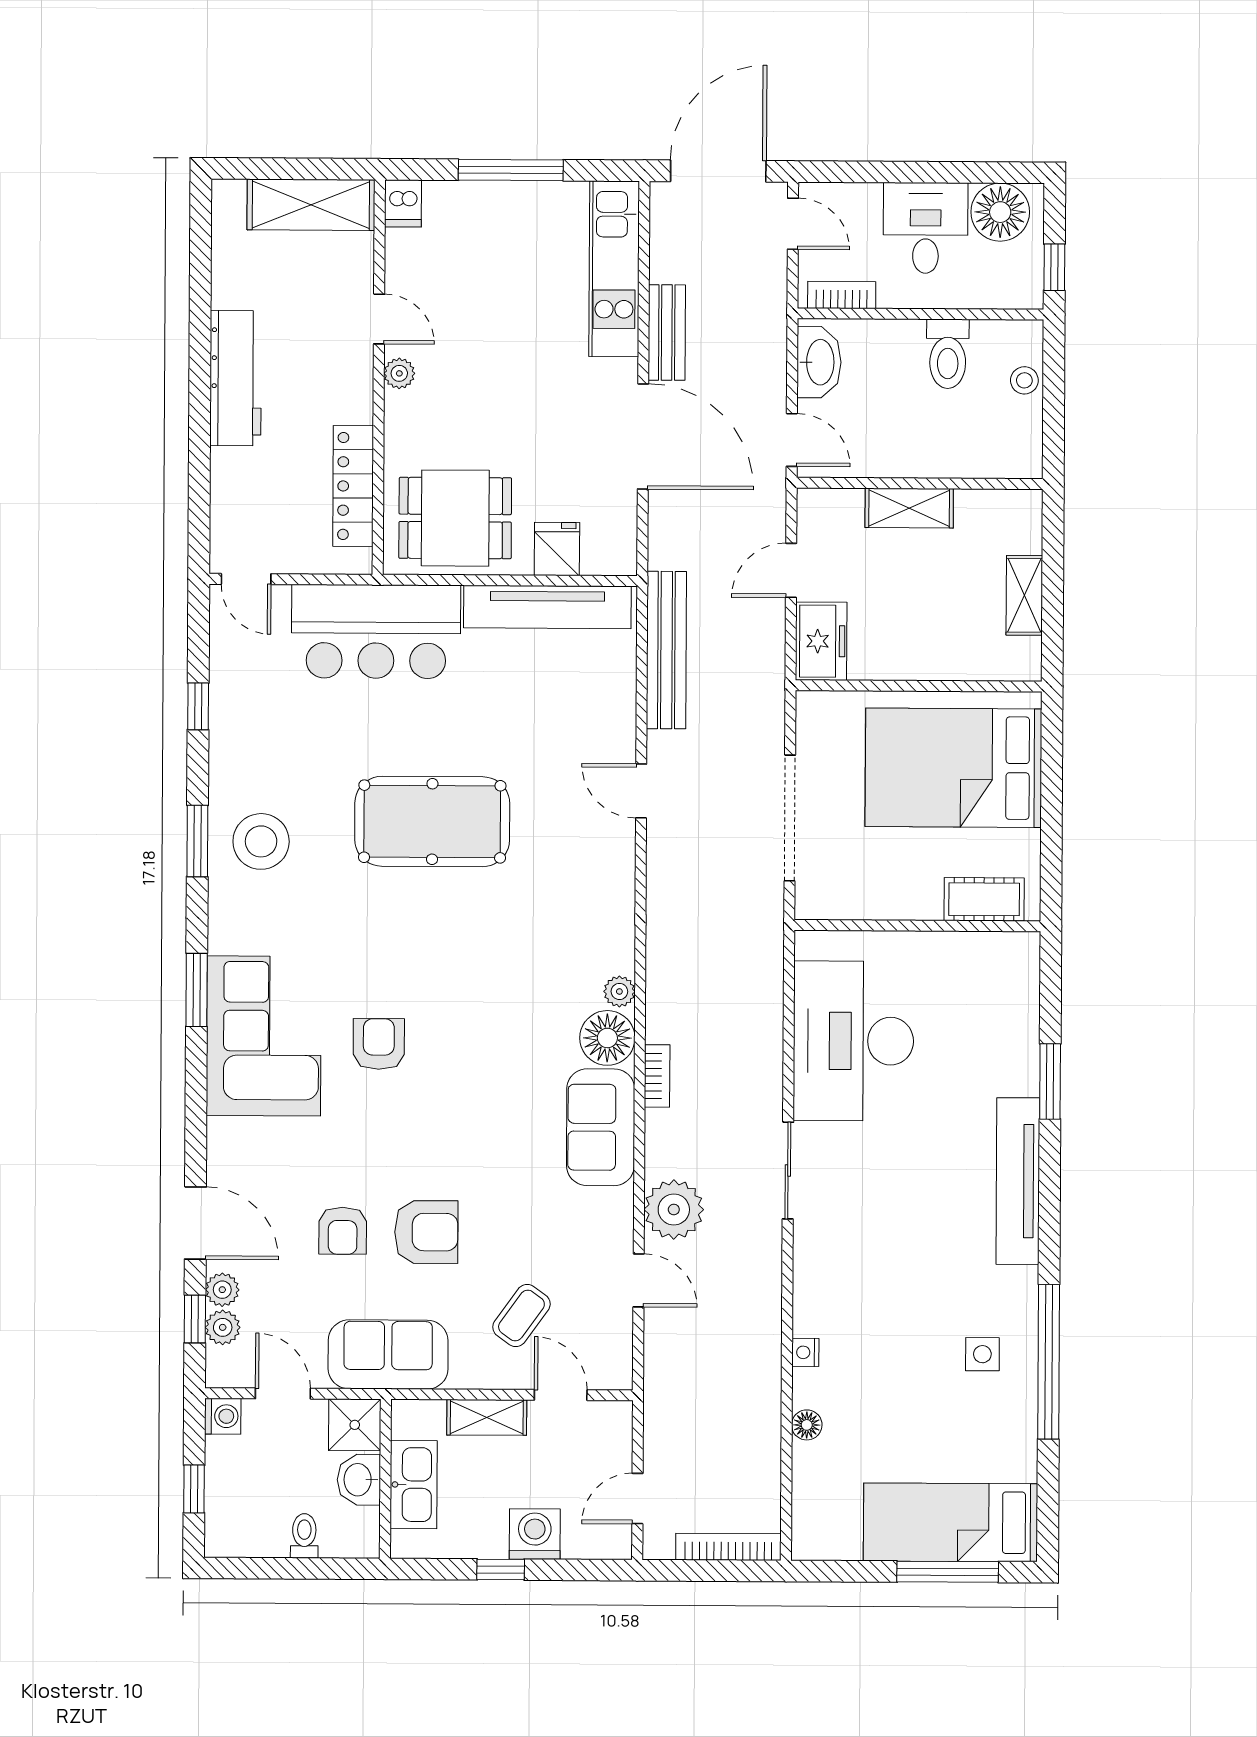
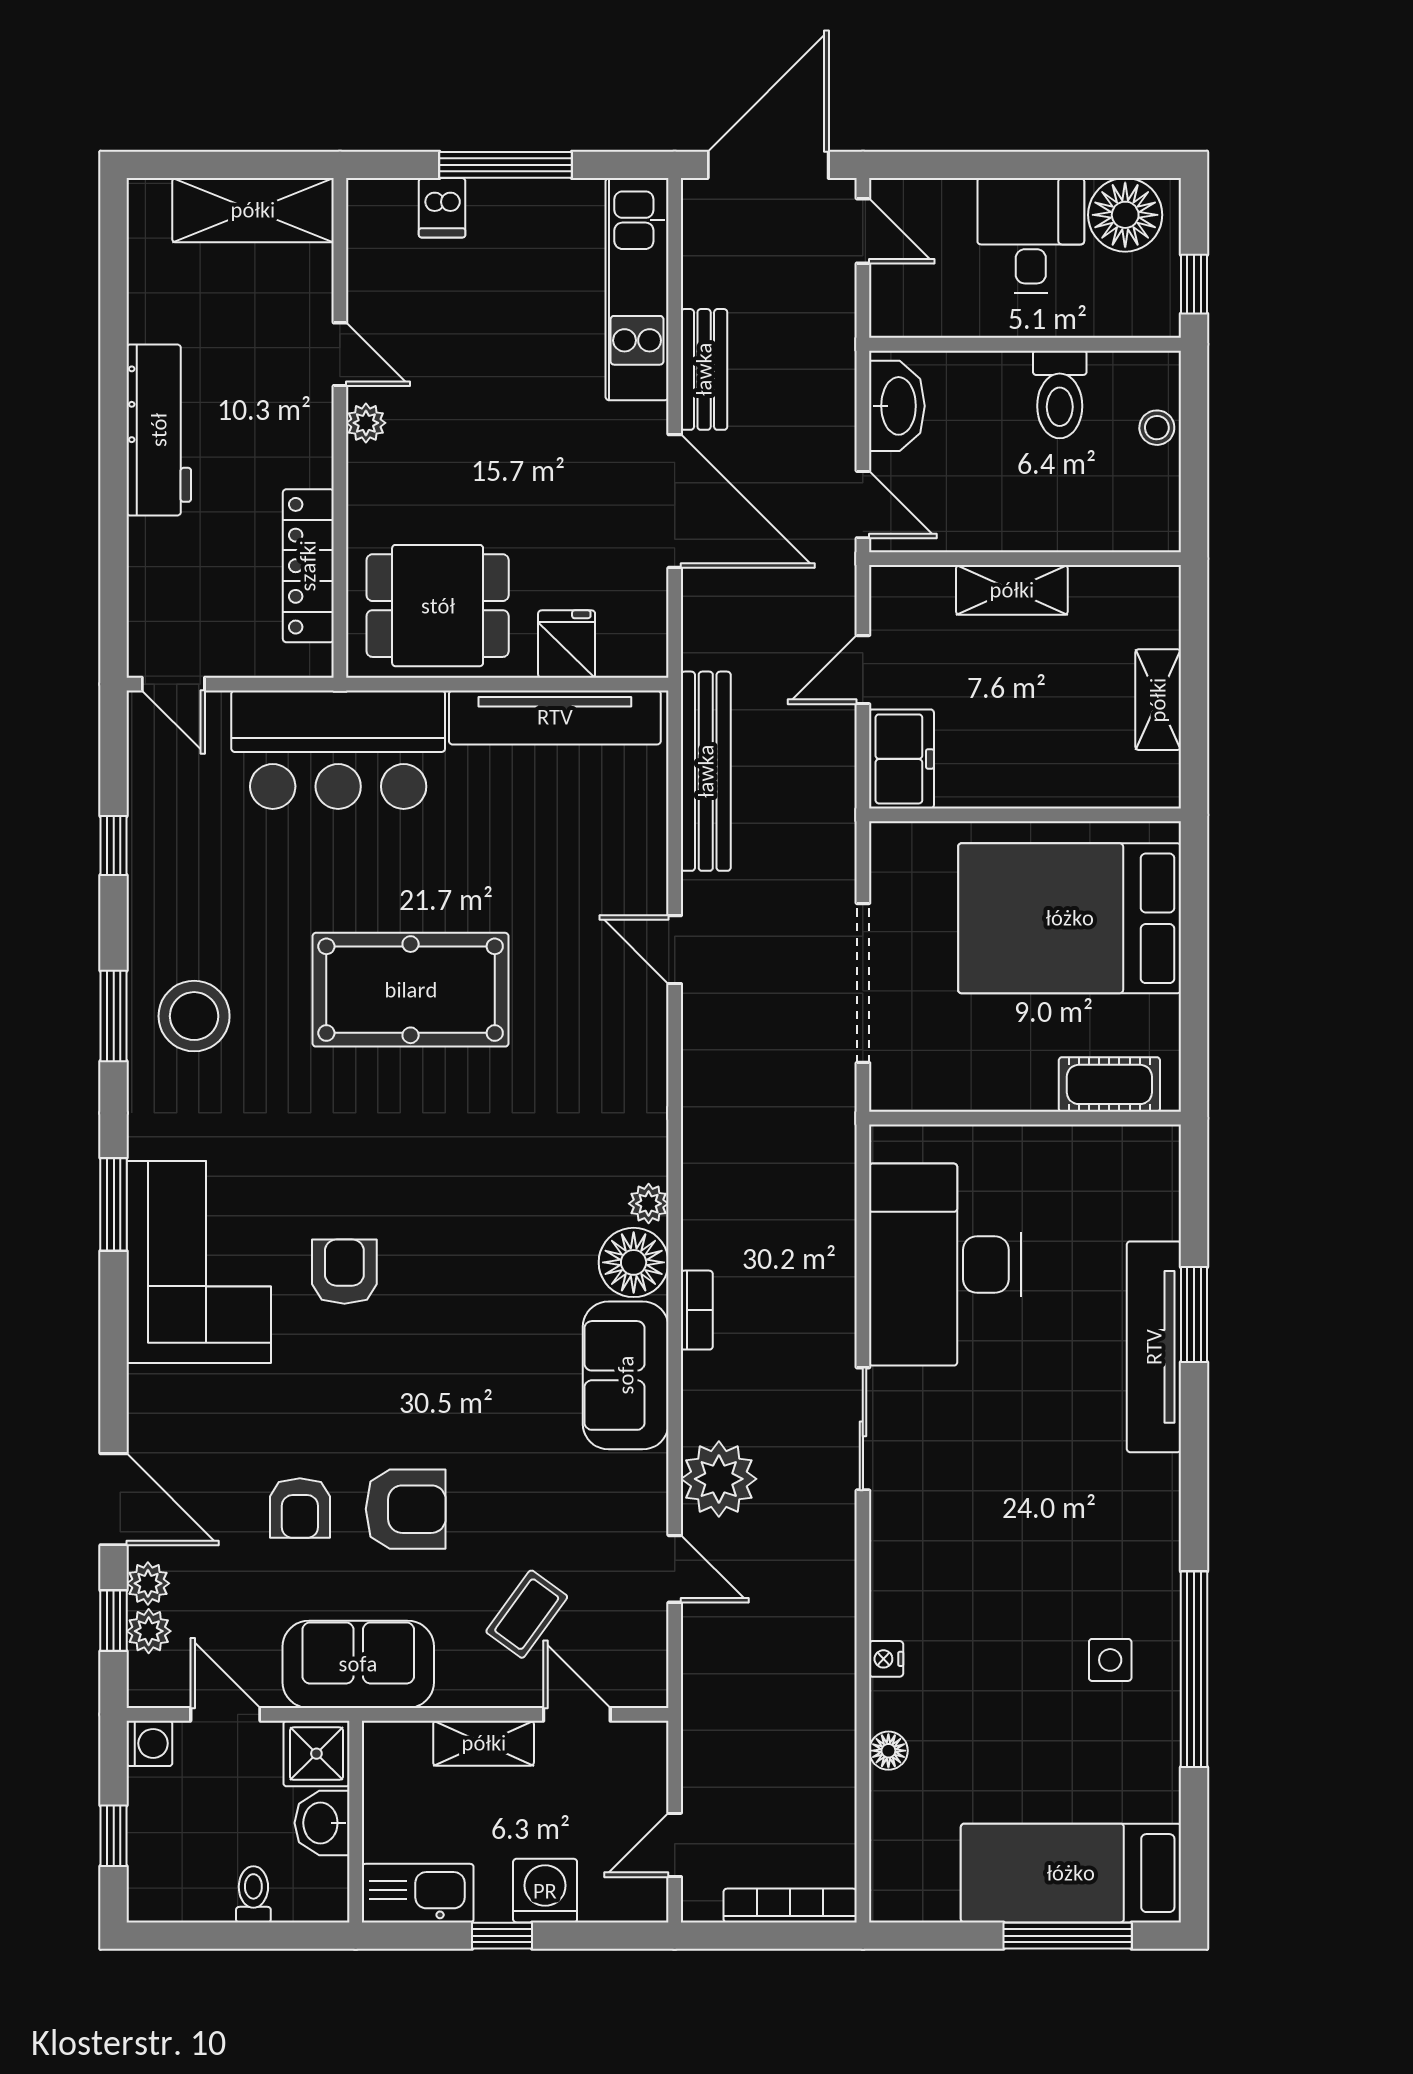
dishwasher: (403, 203) -> (442, 208), moved
bookcase: (842, 295) -> (925, 321), removed
tv unit: (1018, 1181) -> (1154, 1347), moved
kitchen sink: (414, 1485) -> (418, 1893), moved, turned -90

